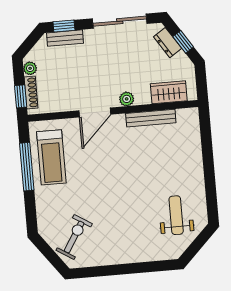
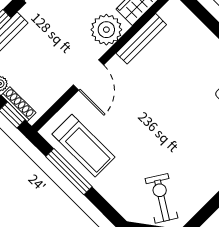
plant: (127, 99) -> (106, 30), width x1.88, depth x1.88

